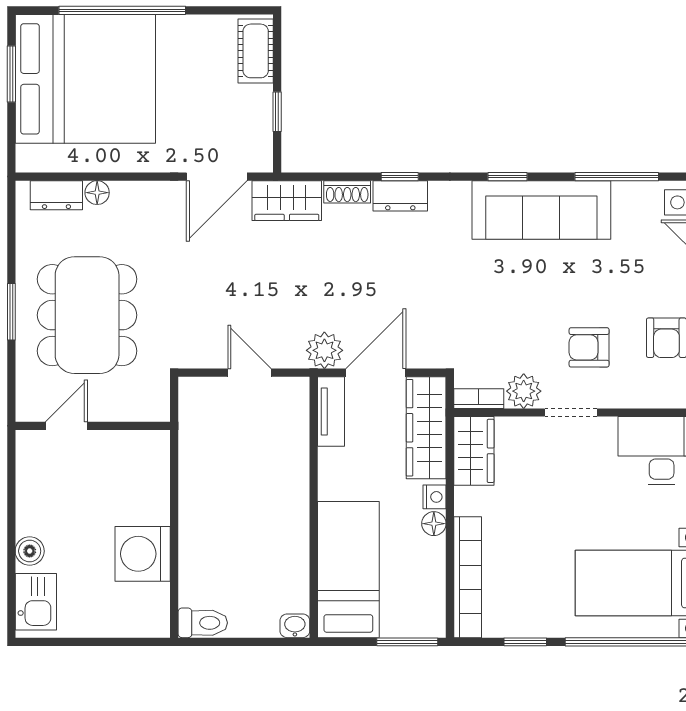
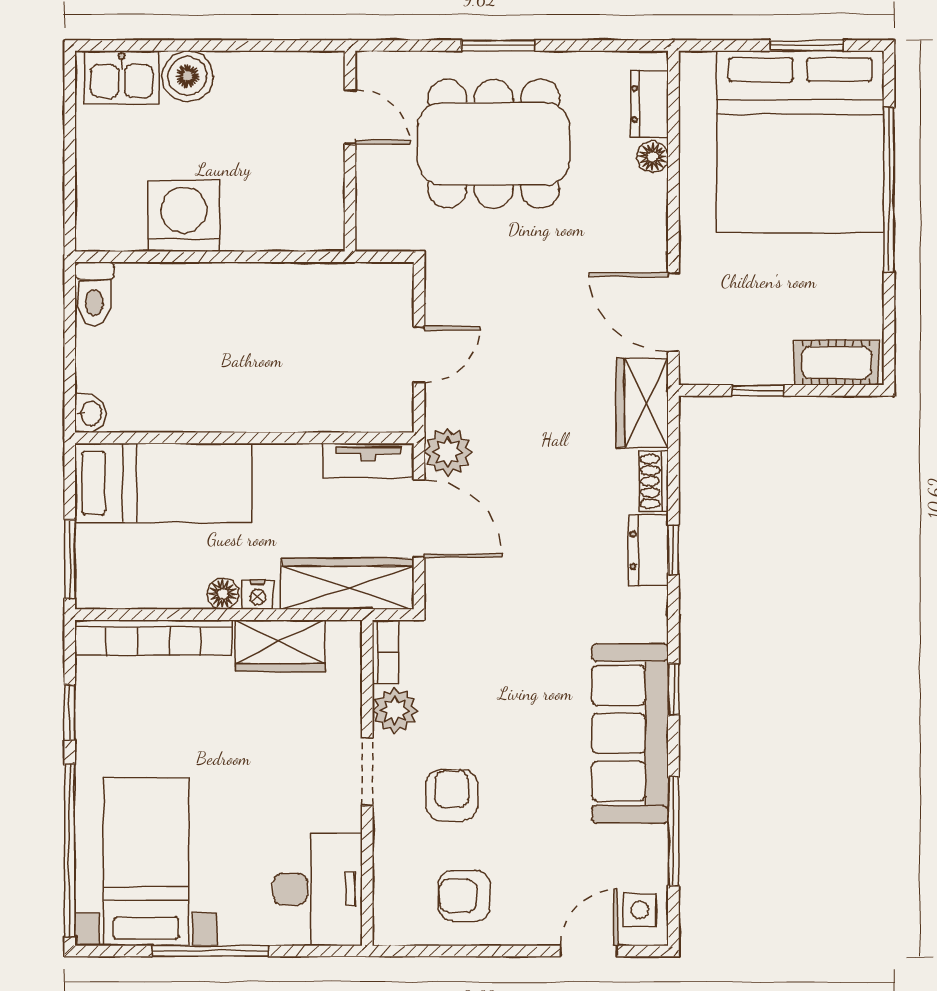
wardrobe: (474, 451) -> (280, 646), moved
boiler: (30, 551) -> (188, 76), width x1.36, depth x1.36

